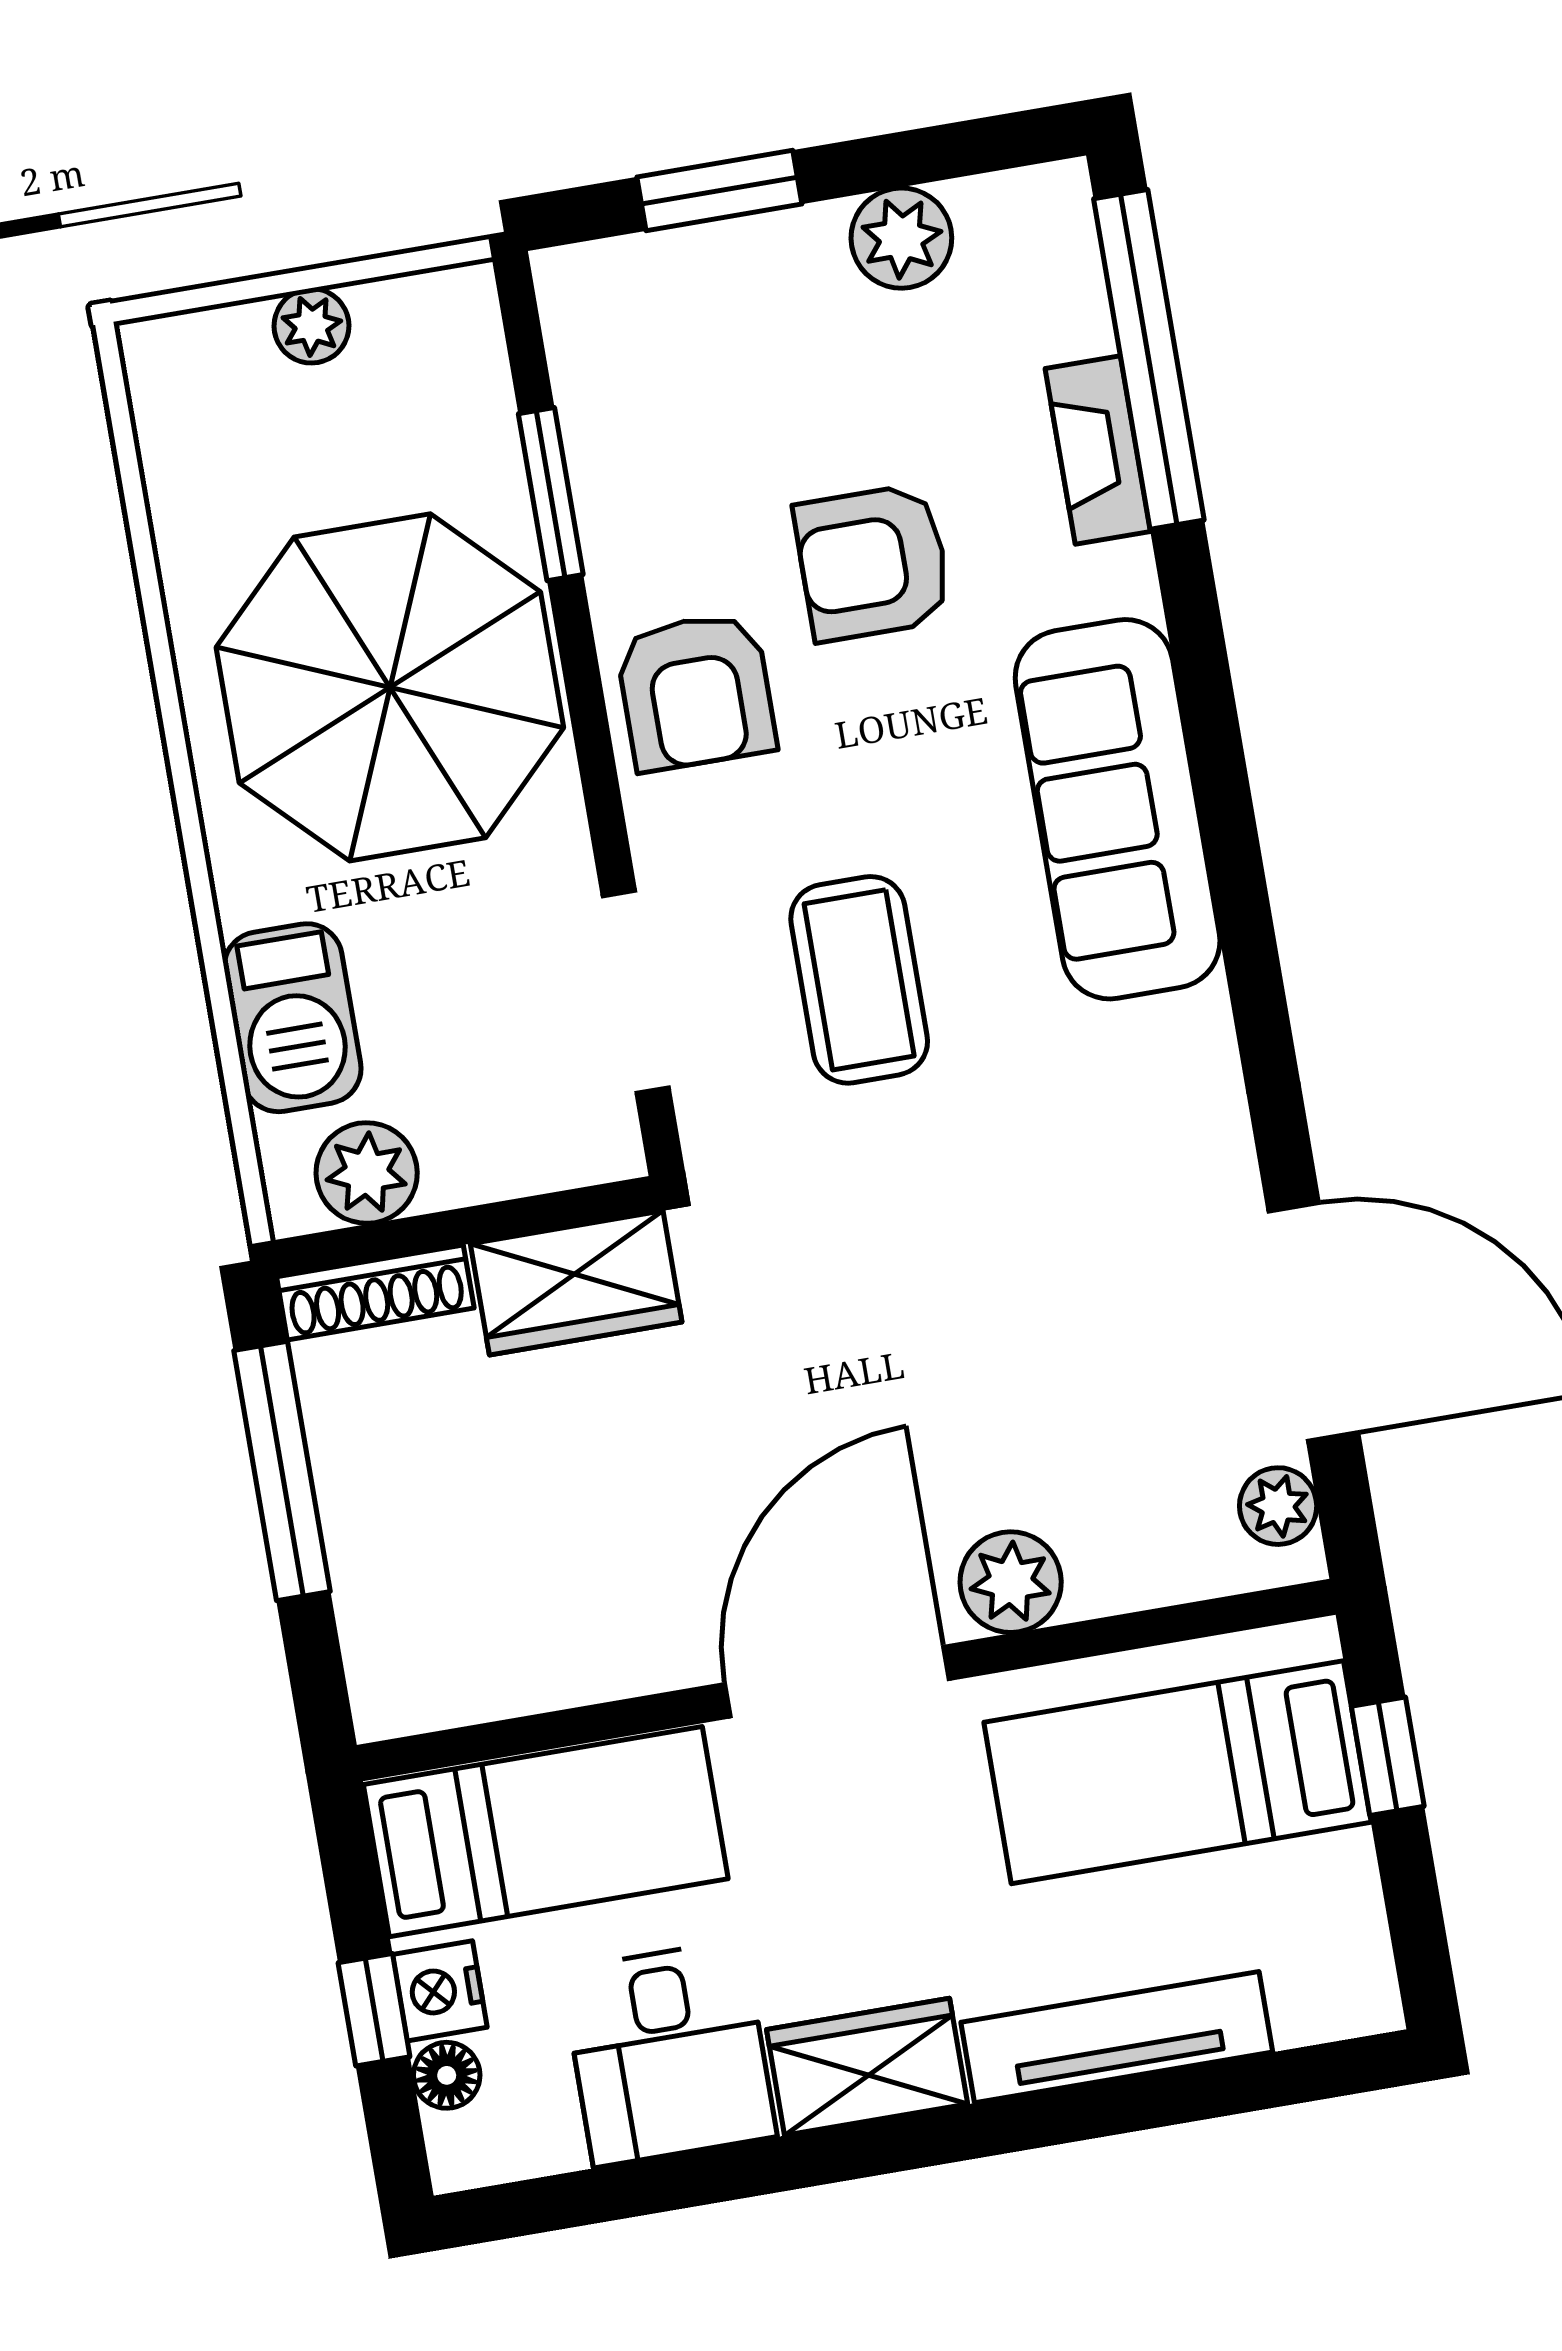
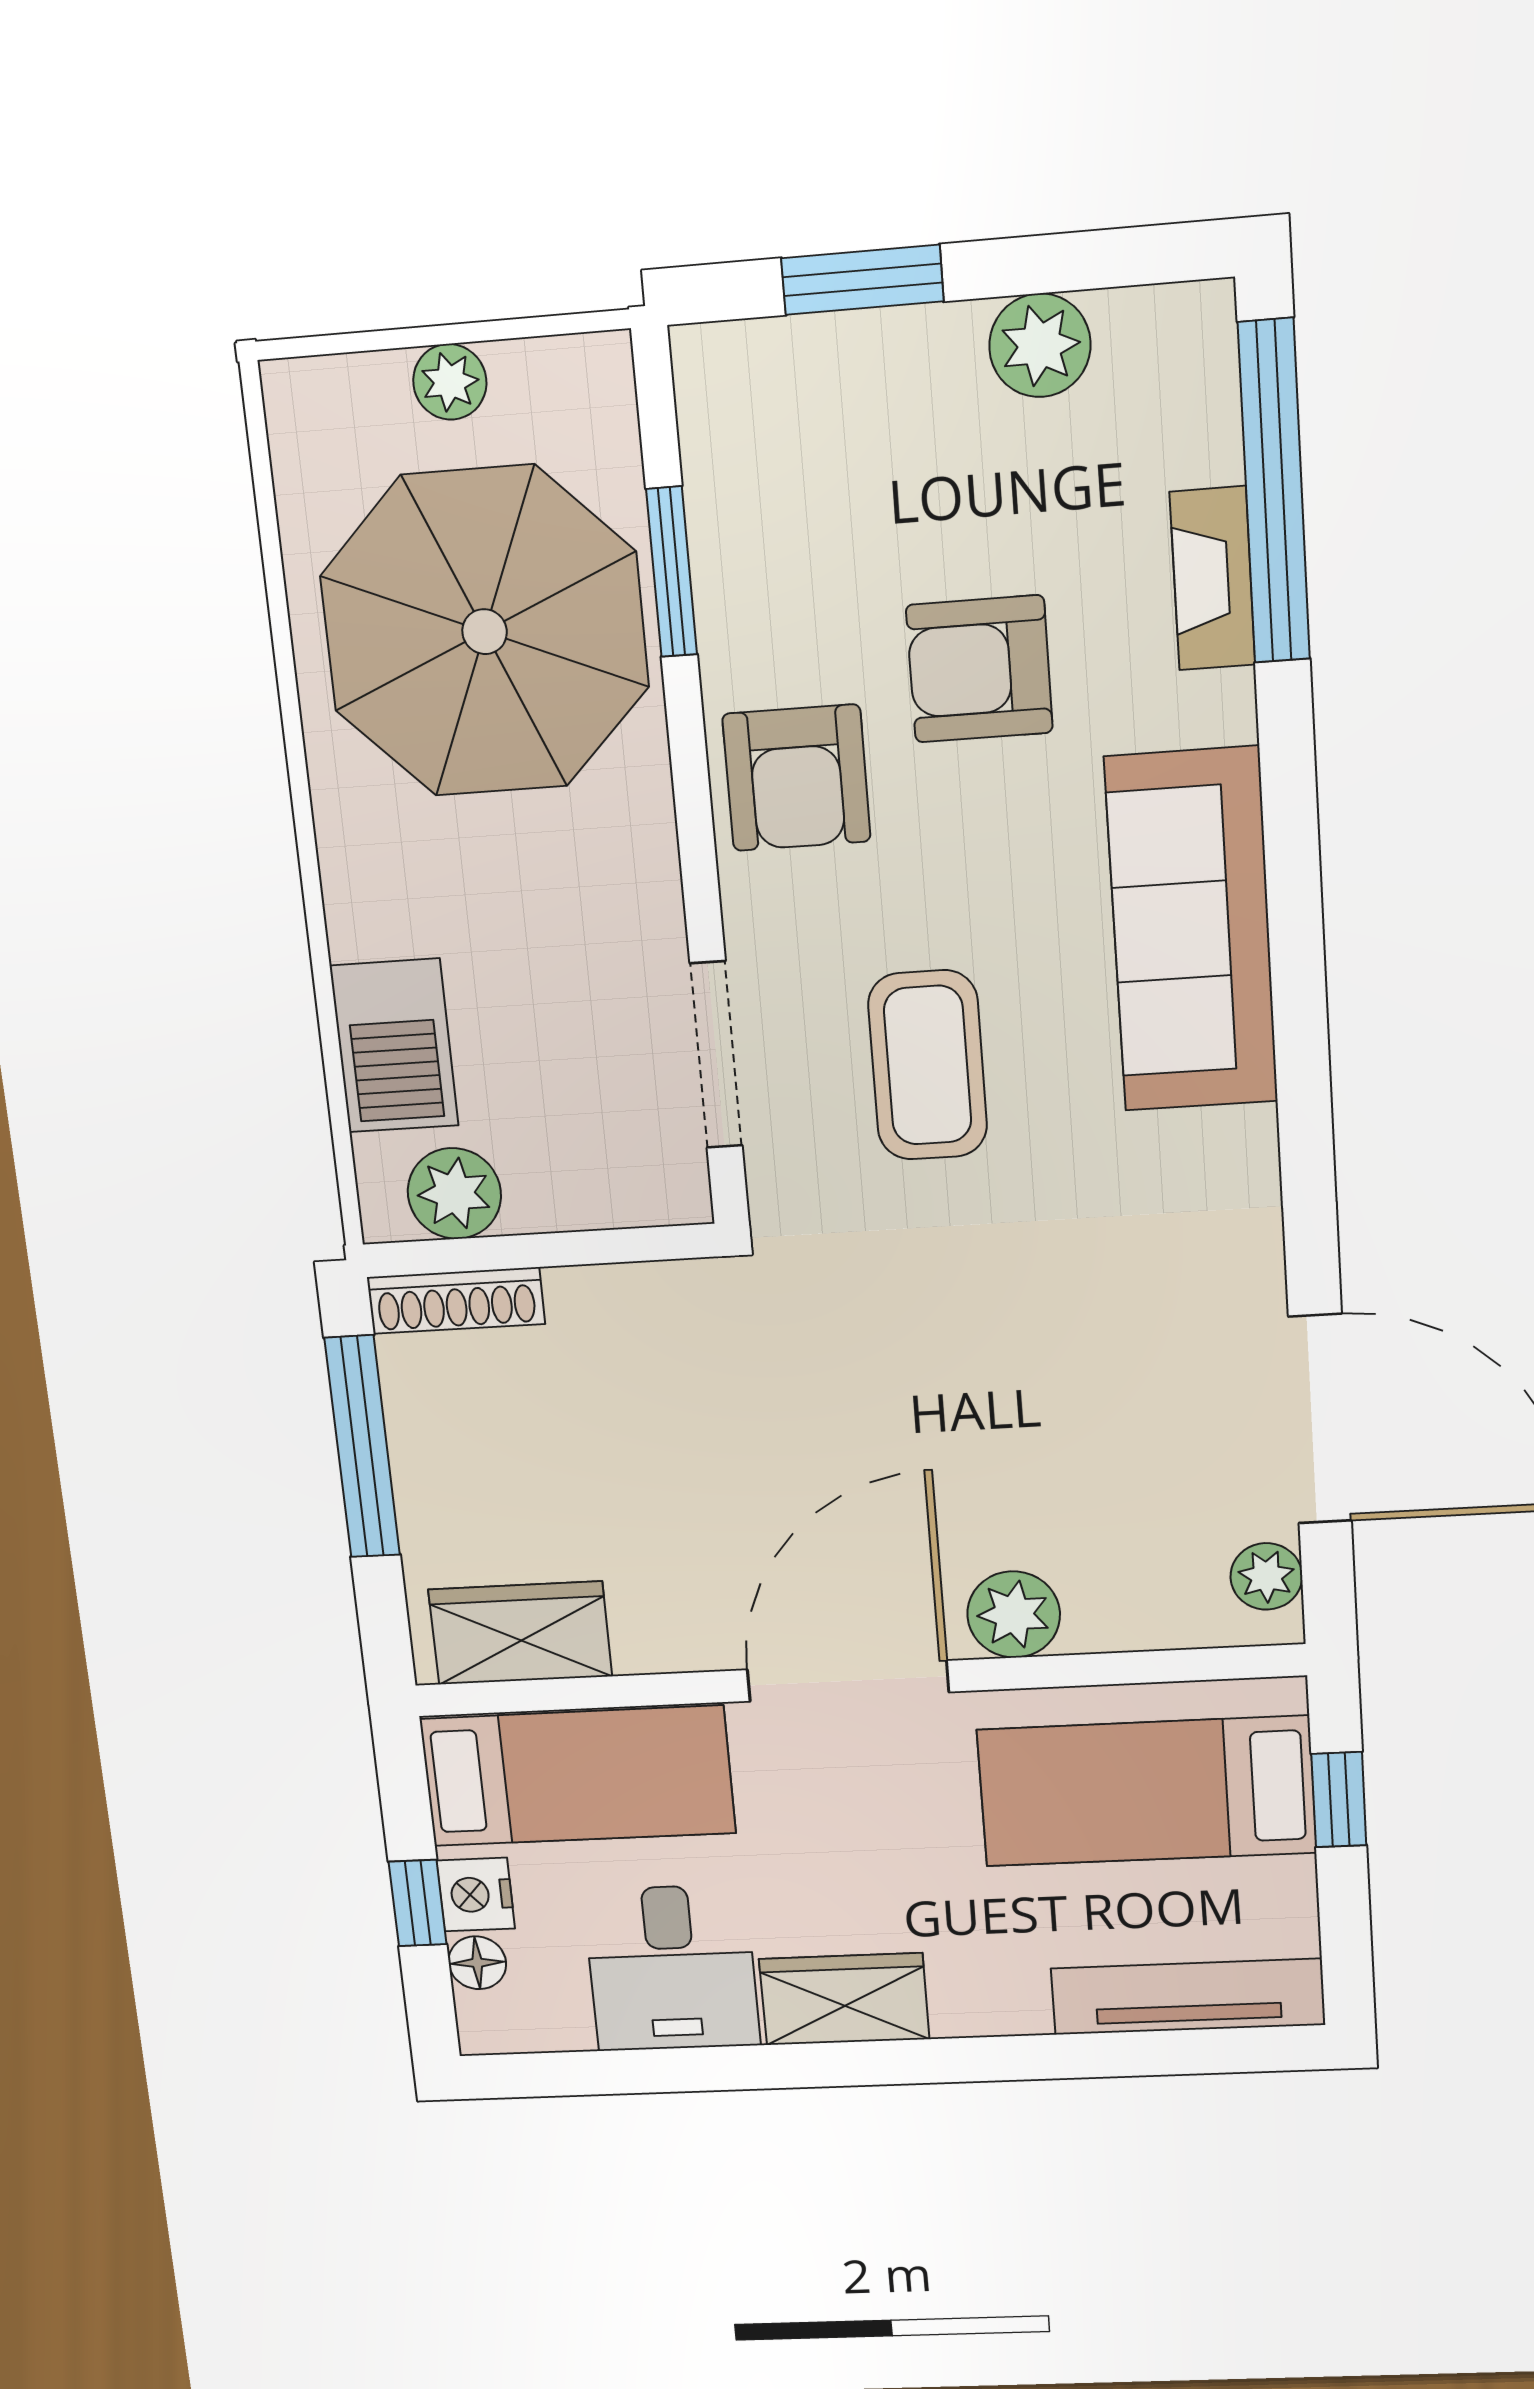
parasol: (390, 687) -> (485, 632), moved
wardrobe: (576, 1283) -> (520, 1633), moved, turned 180
tv unit: (1117, 2037) -> (1188, 1997), moved

